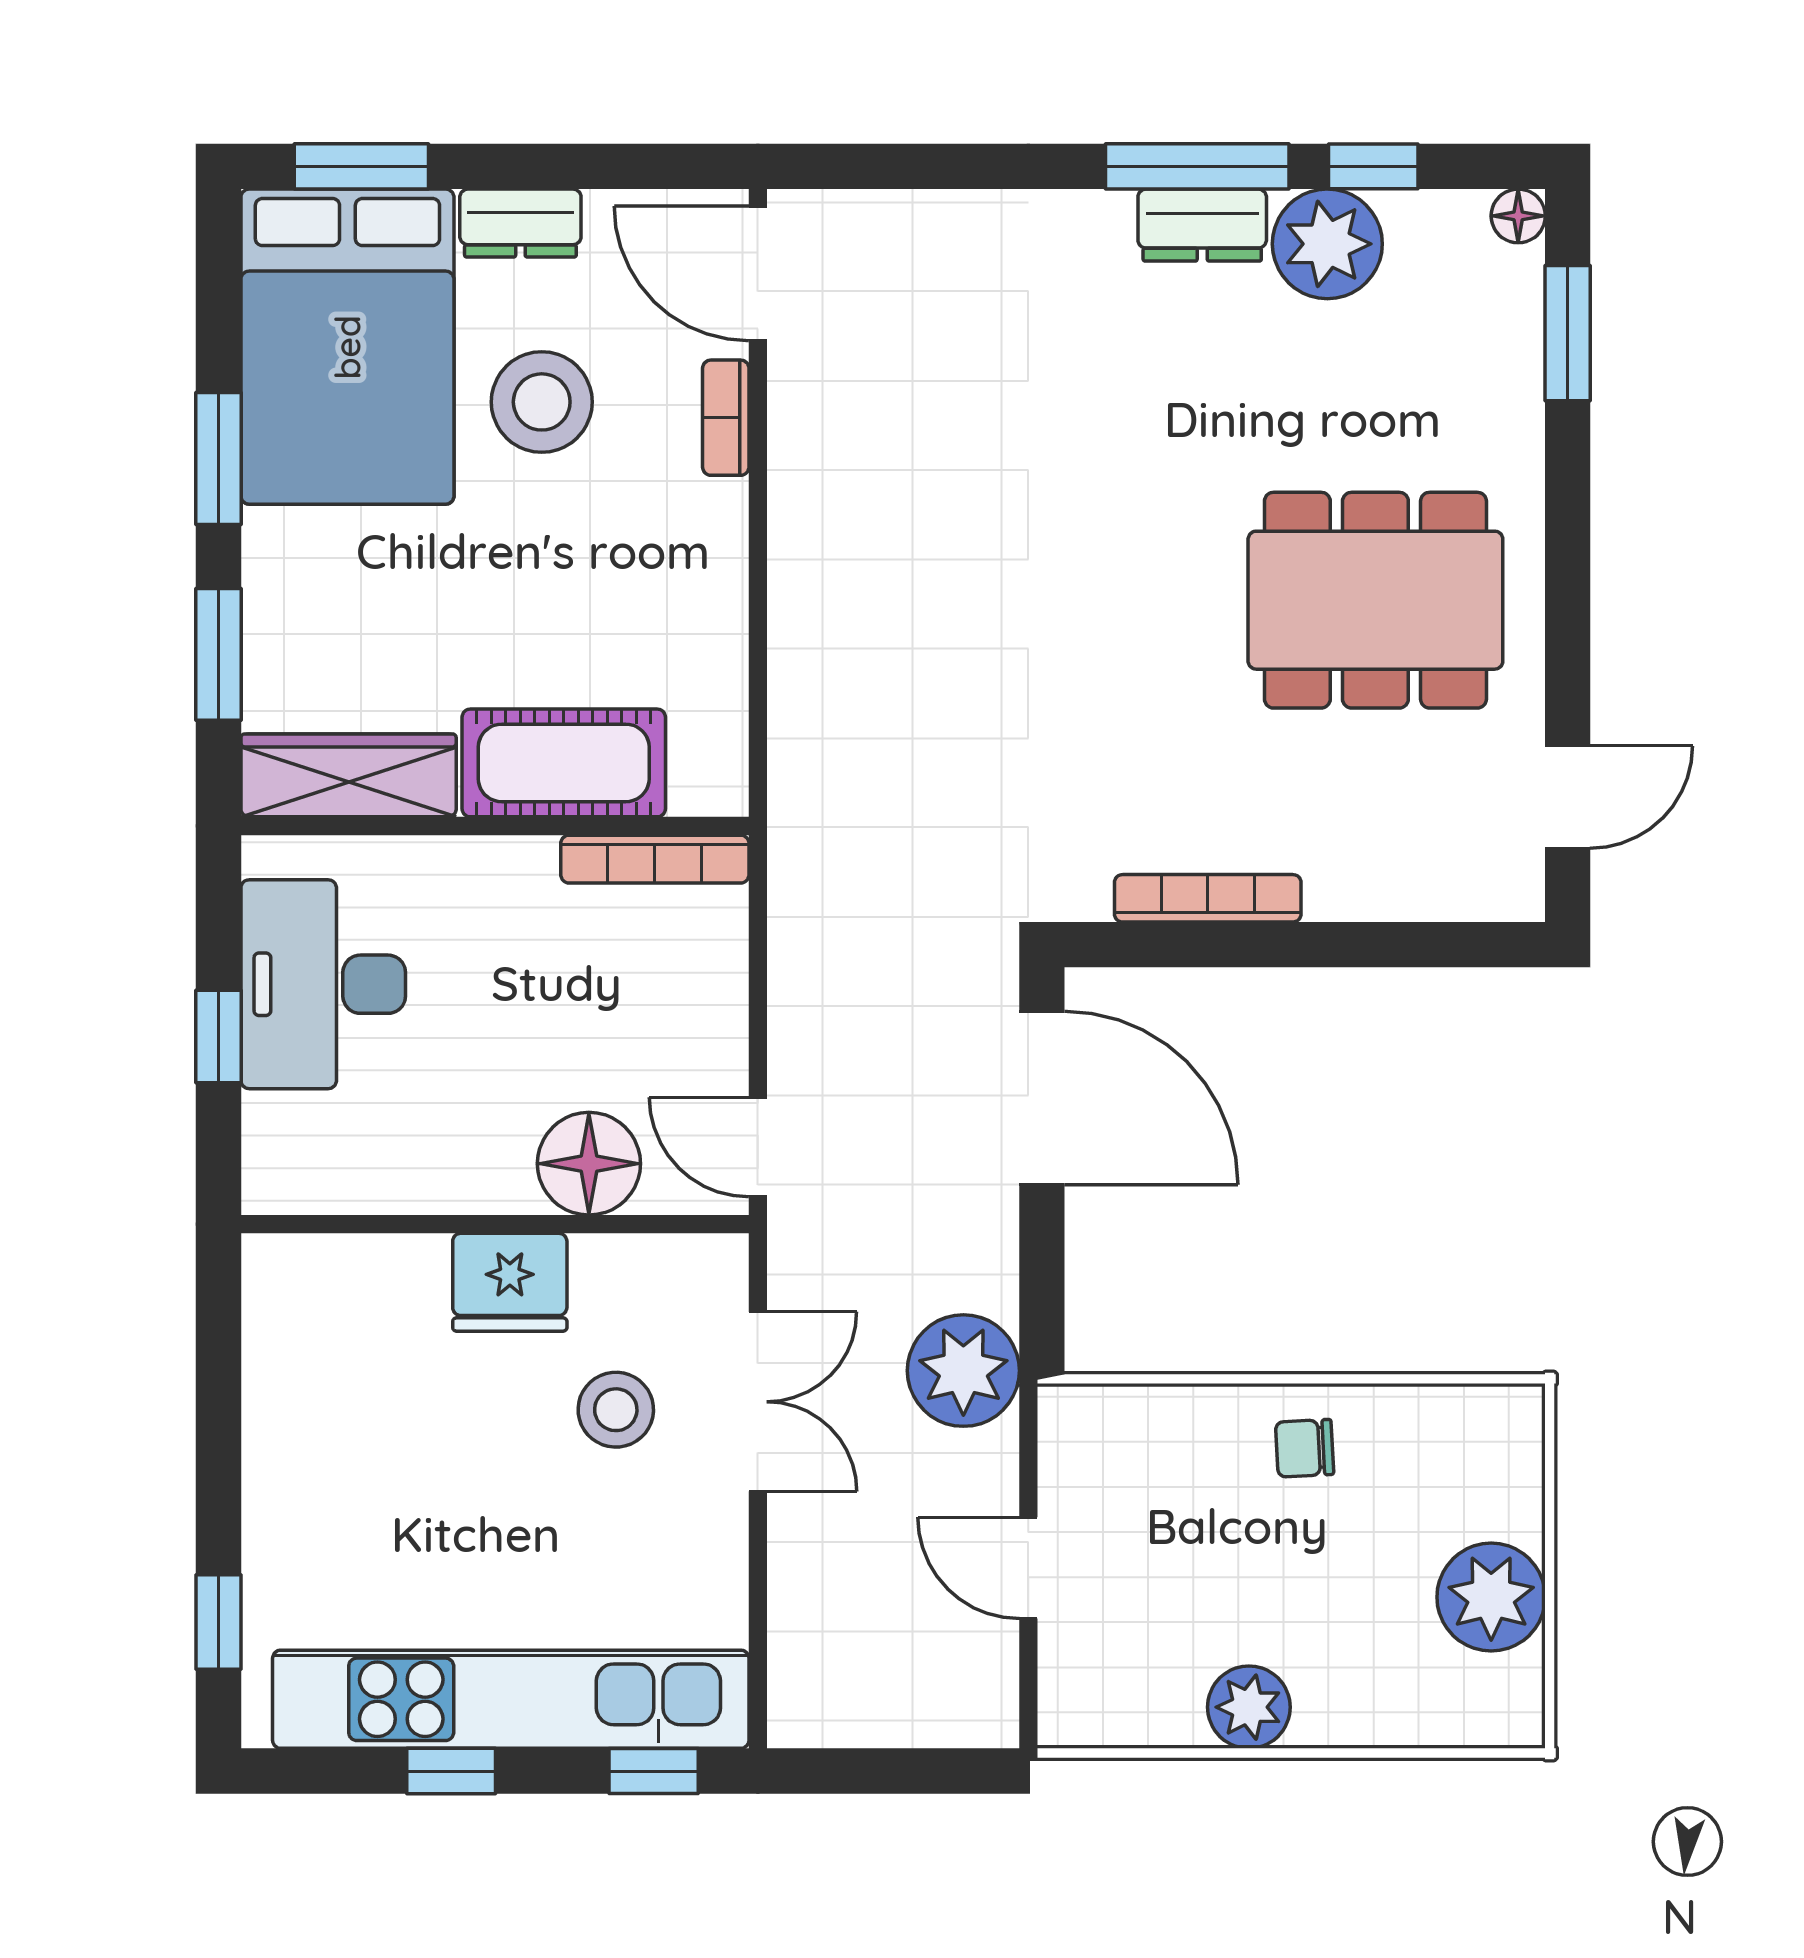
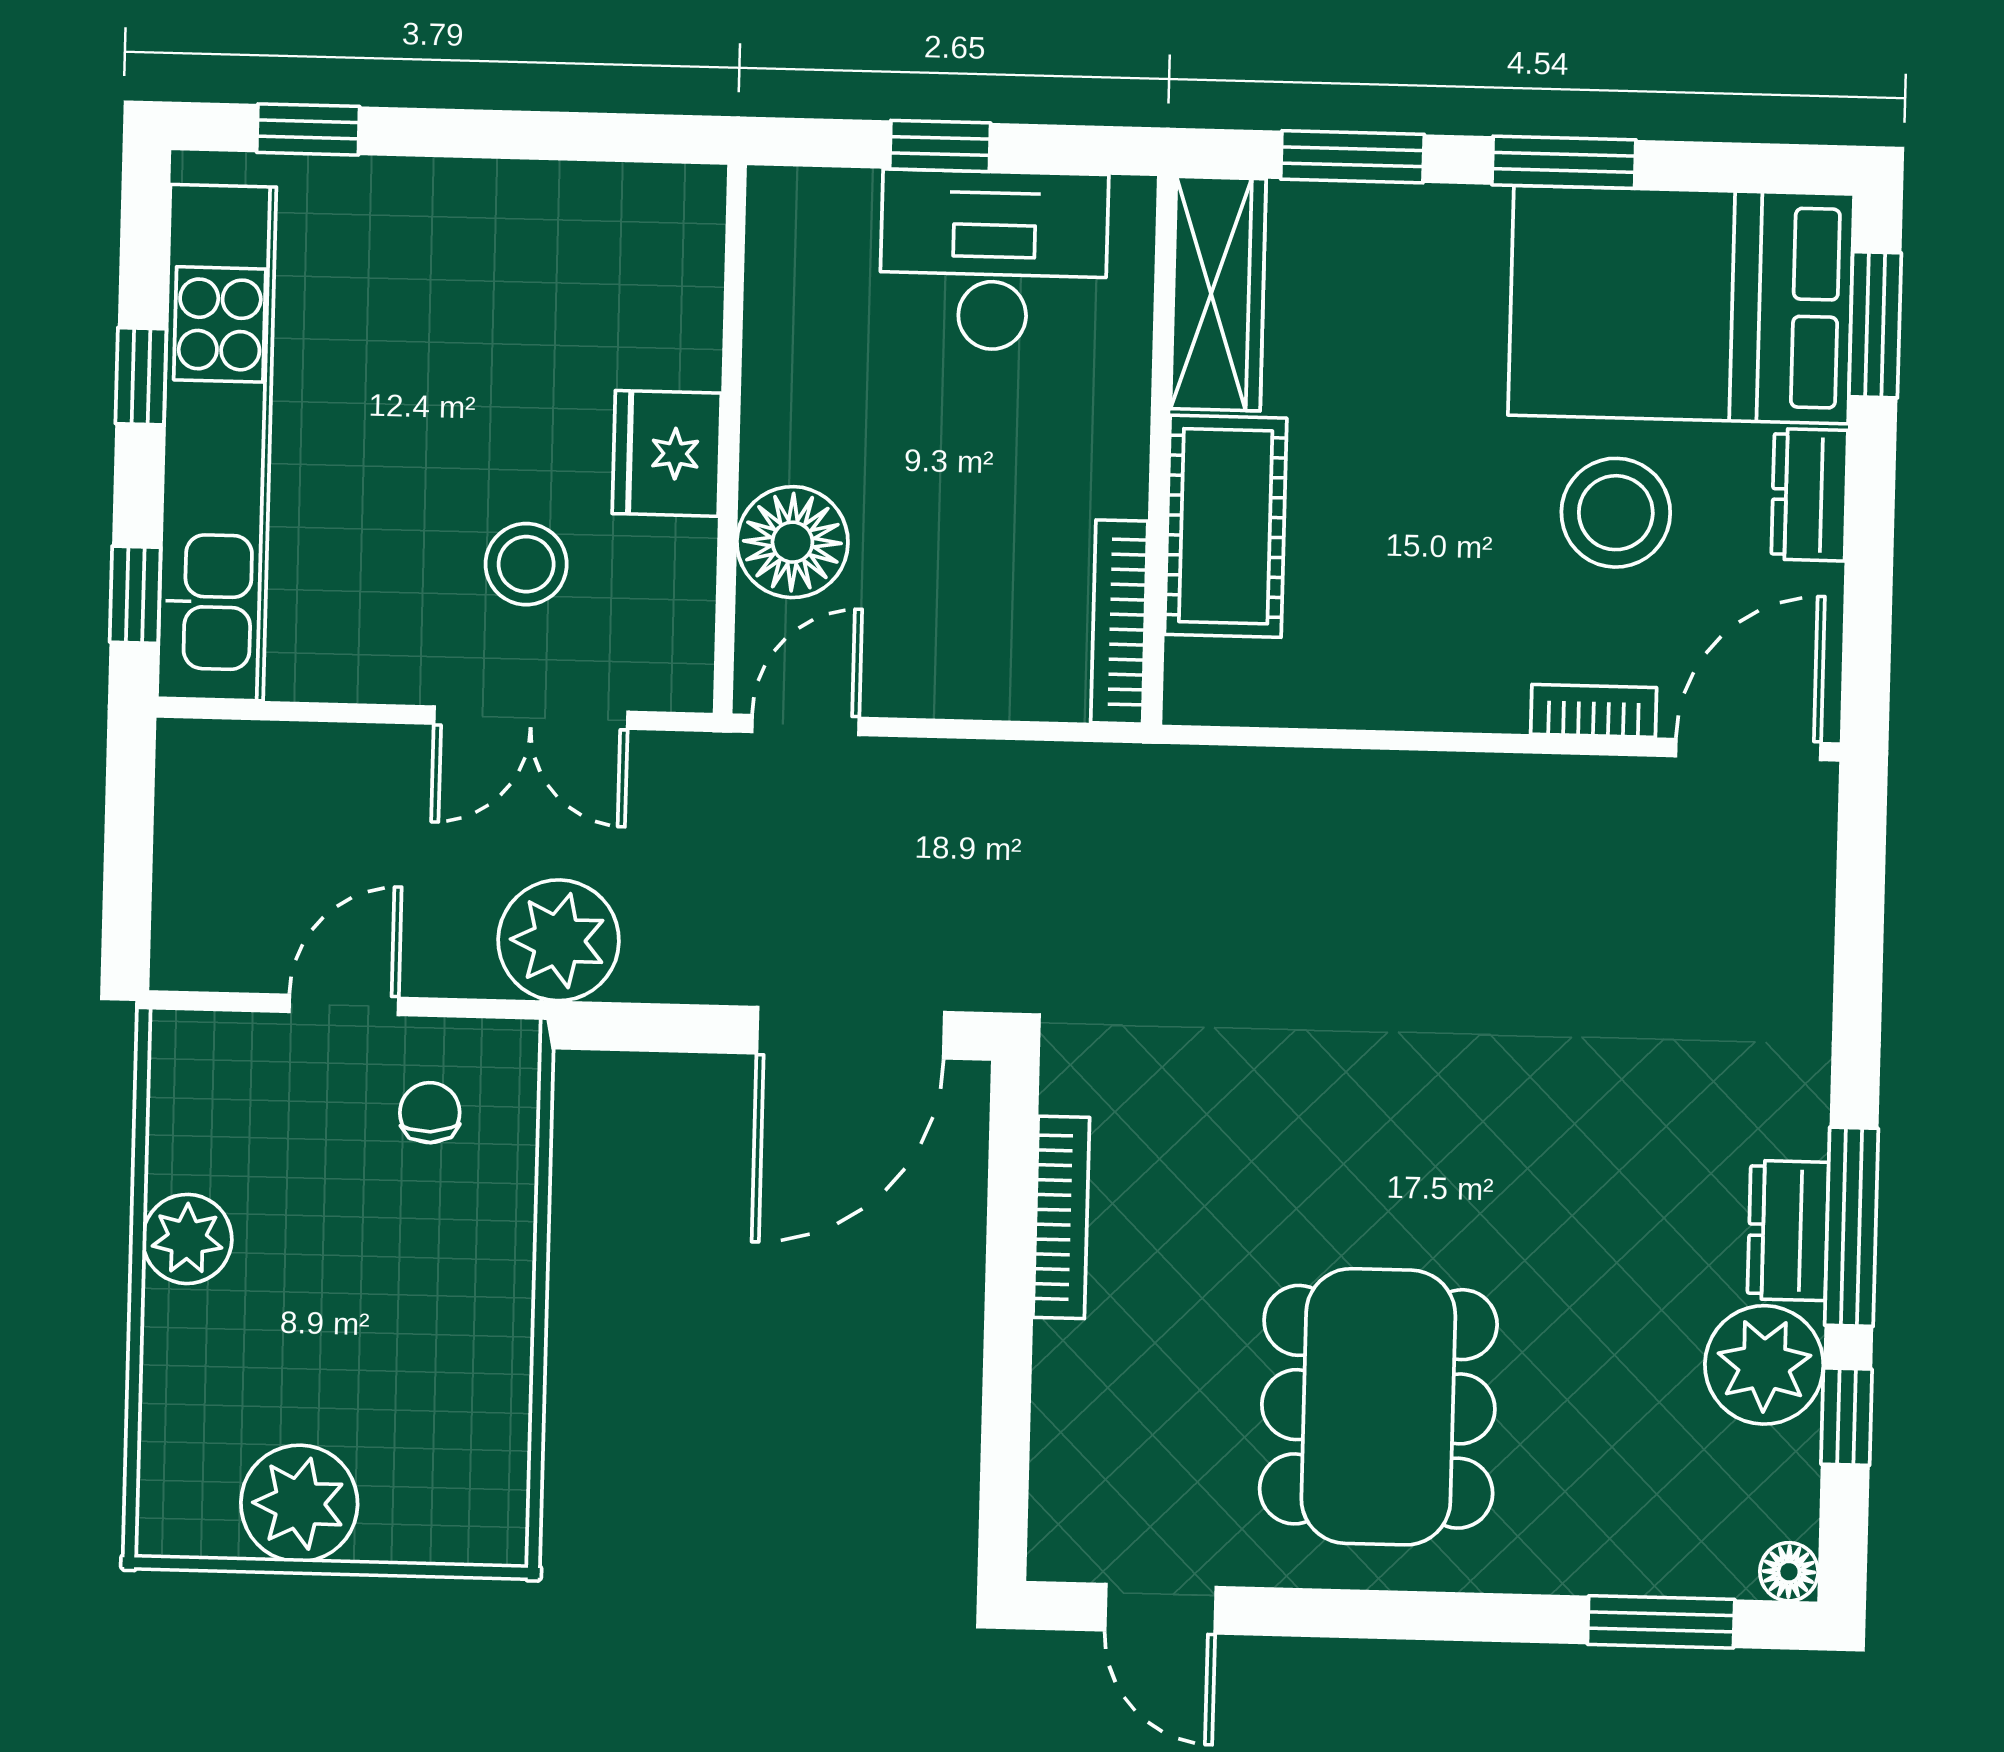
chair: (1305, 1448) -> (430, 1113), moved

